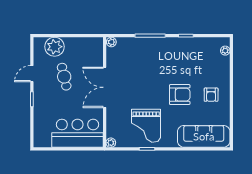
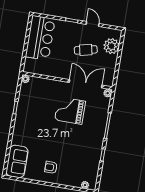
double door: (105, 87) -> (86, 84), moved
armchair: (180, 95) -> (55, 142), removed
grand piano: (146, 126) -> (70, 111), moved
bar counter: (78, 133) -> (40, 38), moved
sofa: (204, 136) -> (17, 161), width x0.73

